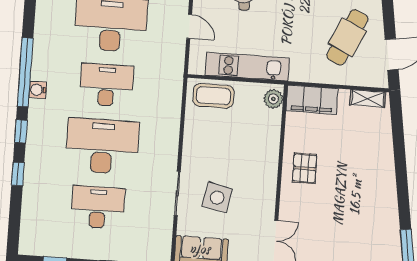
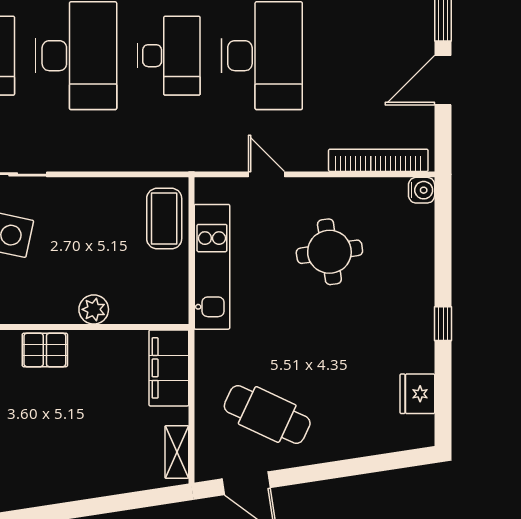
door: (189, 26) -> (266, 174), swing flipped
plant: (273, 99) -> (94, 309), moved
pallet: (305, 168) -> (45, 350), moved

